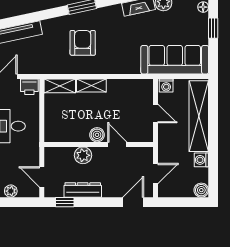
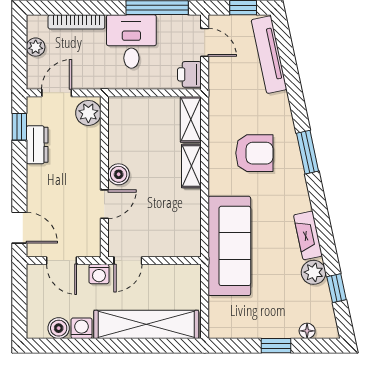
sofa: (175, 60) -> (229, 246), moved
washing machine: (166, 85) -> (99, 274), moved, turned -90
door: (156, 113) -> (128, 261), moved
plant: (83, 155) -> (88, 113), moved
dresser: (83, 190) -> (37, 145), width x0.70
boiler: (201, 190) -> (59, 328), moved

